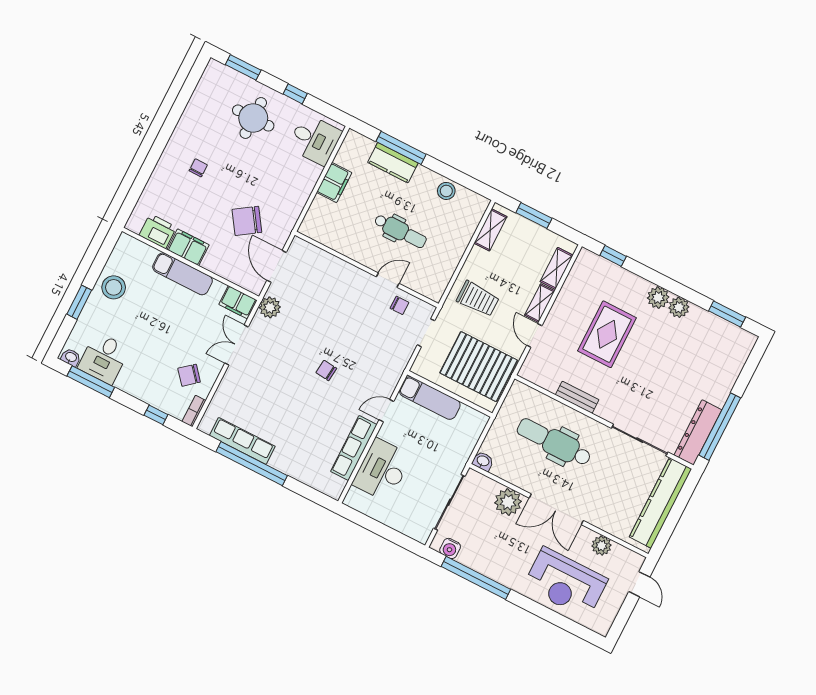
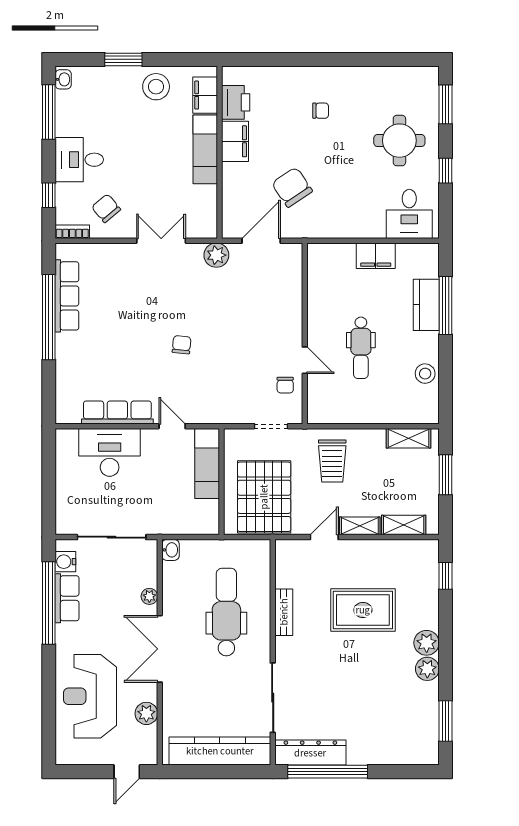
filing cabinet: (238, 302) -> (205, 95), moved
desk: (104, 358) -> (79, 160), moved
plant: (508, 502) -> (149, 596), width x0.53, depth x0.53
row of seats: (479, 562) -> (67, 598), added

